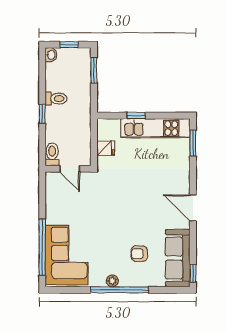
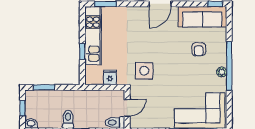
side table: (114, 189) -> (144, 71), added

